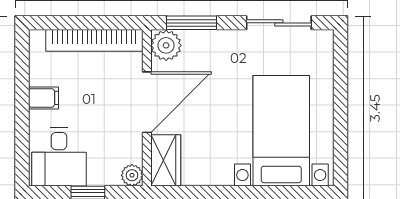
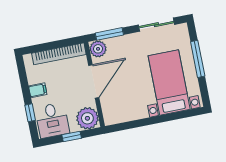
window: (341, 99) -> (198, 59), added
window: (22, 136) -> (30, 113), added
wardrobe: (166, 160) -> (110, 111), removed
plant: (132, 175) -> (87, 118), width x1.87, depth x1.87

